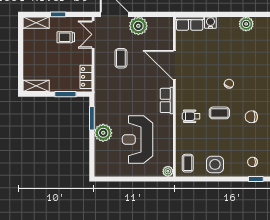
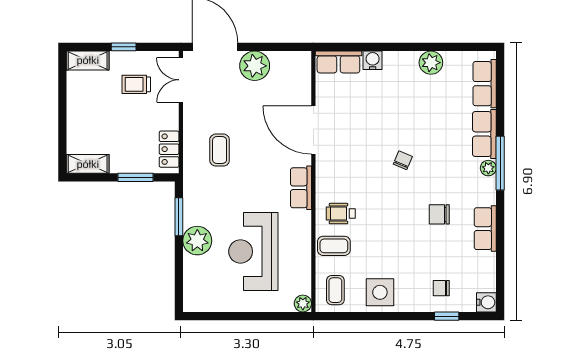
coffee table: (121, 58) -> (220, 150), moved
coffee table: (219, 113) -> (334, 246), moved

